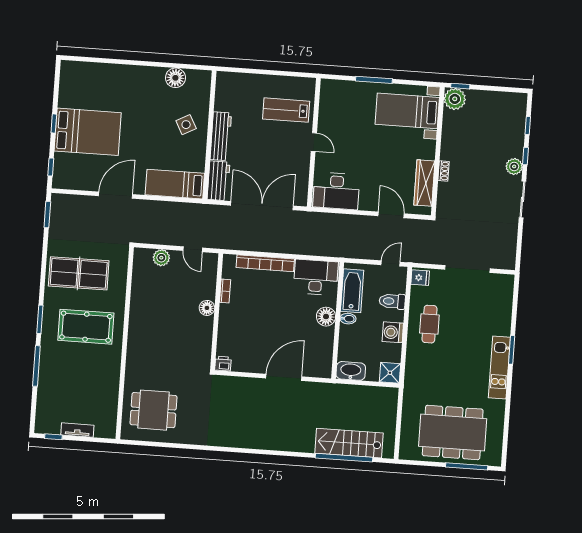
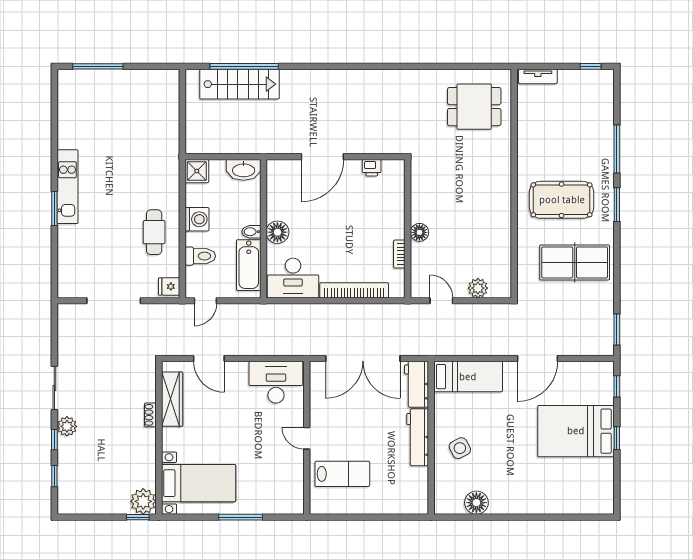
printer: (223, 364) -> (372, 168), moved
tv unit: (77, 430) -> (538, 76), moved
dining table: (453, 432) -> (117, 106), removed

